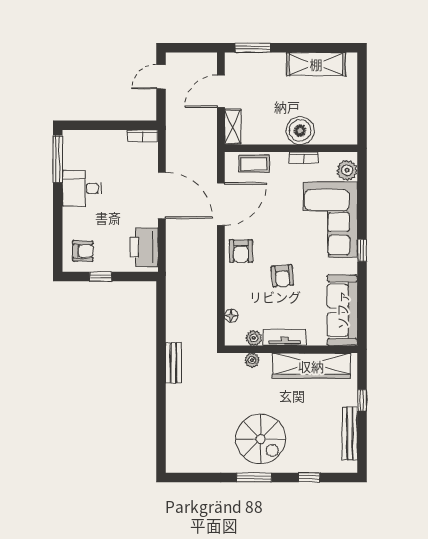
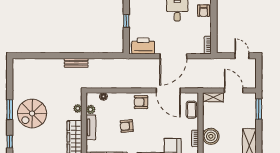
armchair: (83, 251) -> (204, 11), moved

